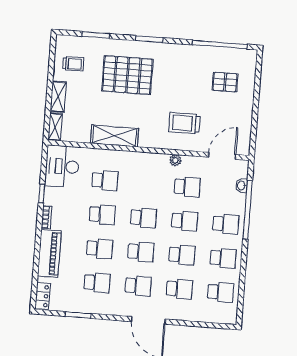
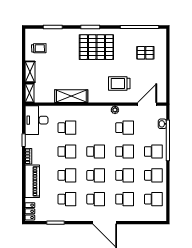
pallet: (127, 75) -> (96, 47), moved

